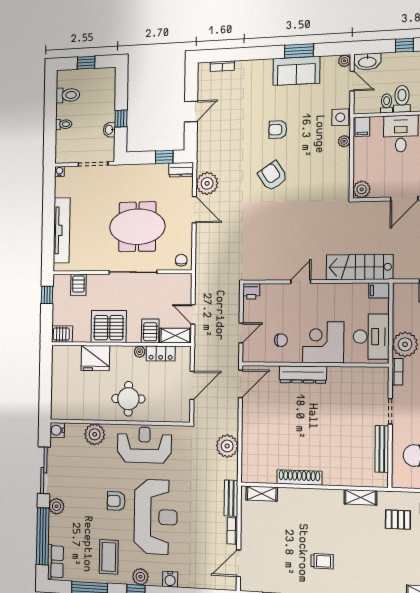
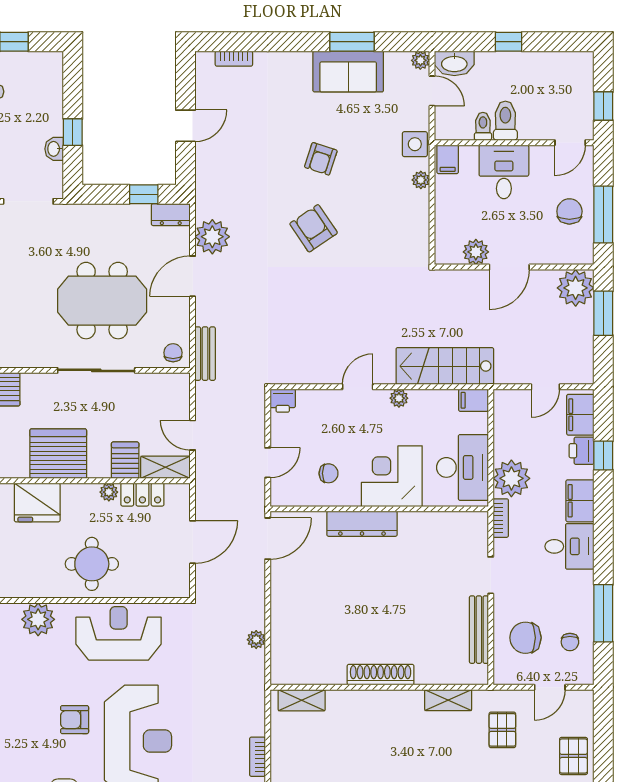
armchair: (278, 130) -> (321, 159), turned -72
plant: (362, 189) -> (476, 252), moved
door: (194, 210) -> (193, 276), swing flipped
plant: (328, 289) -> (399, 398), added
plant: (227, 446) -> (256, 640), width x0.53, depth x0.53
shoe rack: (299, 477) -> (381, 675), moved
bench: (231, 498) -> (205, 354), moved
pallet: (398, 520) -> (502, 730), turned 90

